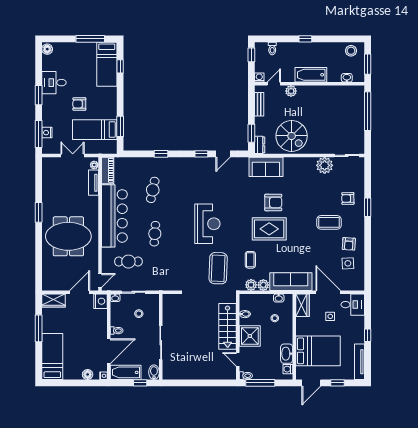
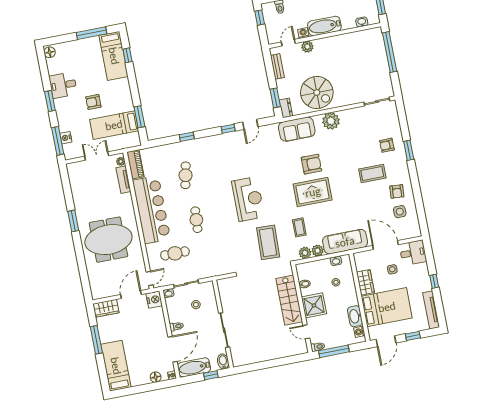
washing machine: (259, 78) -> (303, 33), moved
plant: (325, 165) -> (331, 121), moved
wardrobe: (302, 305) -> (365, 282), moved

